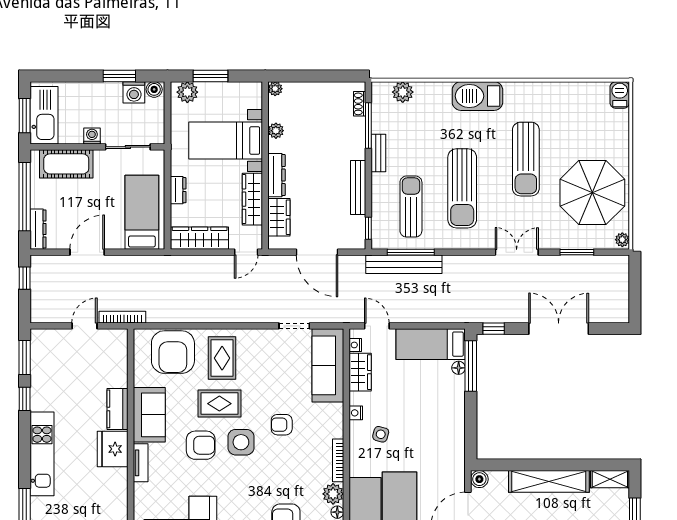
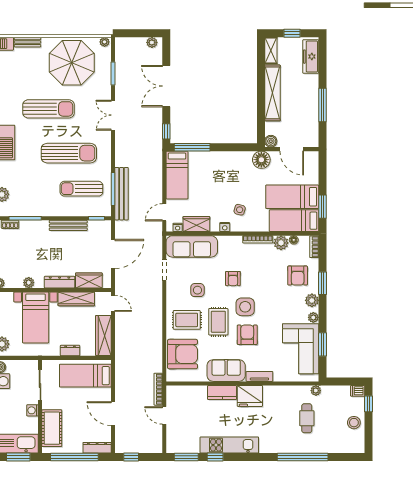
bench: (378, 153) -> (27, 42), moved
plant: (621, 308) -> (152, 42), added
floor lamp: (459, 368) -> (261, 160), moved, width x1.89, depth x1.89
side table: (265, 374) -> (197, 290), added
kitchen unit: (42, 454) -> (229, 445), moved

